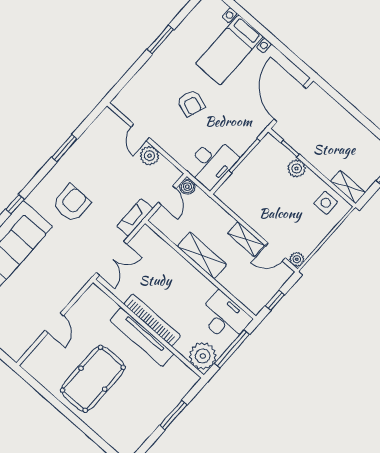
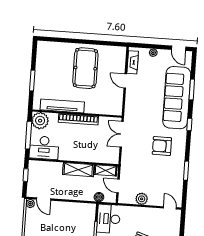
door: (140, 132) -> (170, 208), moved
boiler: (187, 187) -> (99, 197), moved
armchair: (71, 203) -> (162, 146), turned 90
fireplace: (135, 217) -> (133, 62), moved
shelving: (246, 239) -> (106, 170), moved
door: (275, 252) -> (44, 199), swing flipped
tv unit: (142, 337) -> (62, 106), moved

